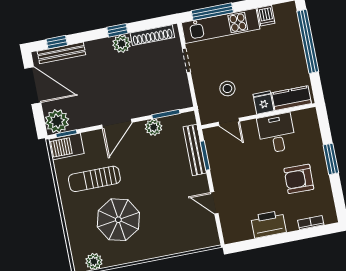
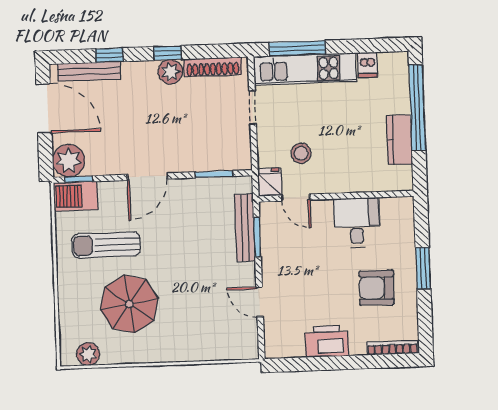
window: (57, 42) -> (109, 55), moved
kitchen counter: (292, 98) -> (399, 140), moved, turned -90
fridge: (263, 102) -> (270, 182), moved
plant: (154, 127) -> (195, 189), removed
bookcase: (311, 223) -> (392, 348), width x1.56

